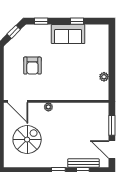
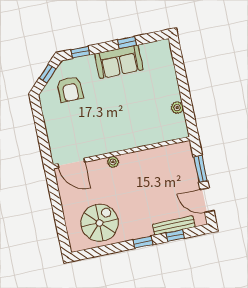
armchair: (32, 66) -> (70, 89), moved
spiral stairs: (27, 140) -> (100, 223), moved

